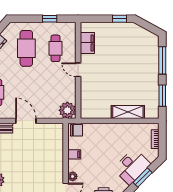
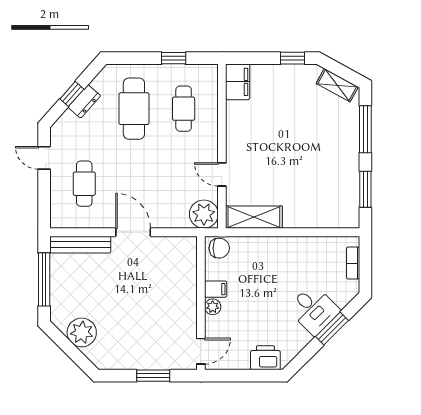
shelving: (146, 35) -> (337, 85), added
filing cabinet: (87, 43) -> (238, 82), moved
door: (78, 70) -> (222, 174), moved
shelving: (128, 112) -> (254, 217), moved
desk: (132, 166) -> (314, 310), width x0.73
plant: (73, 176) -> (213, 307), moved

